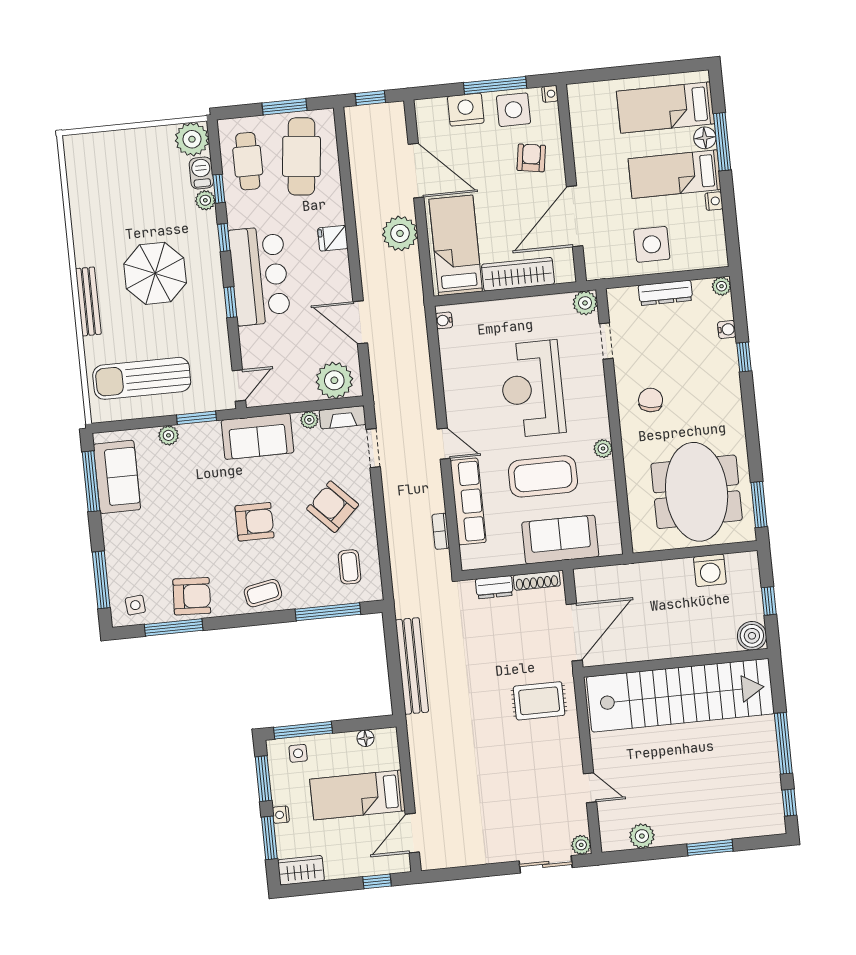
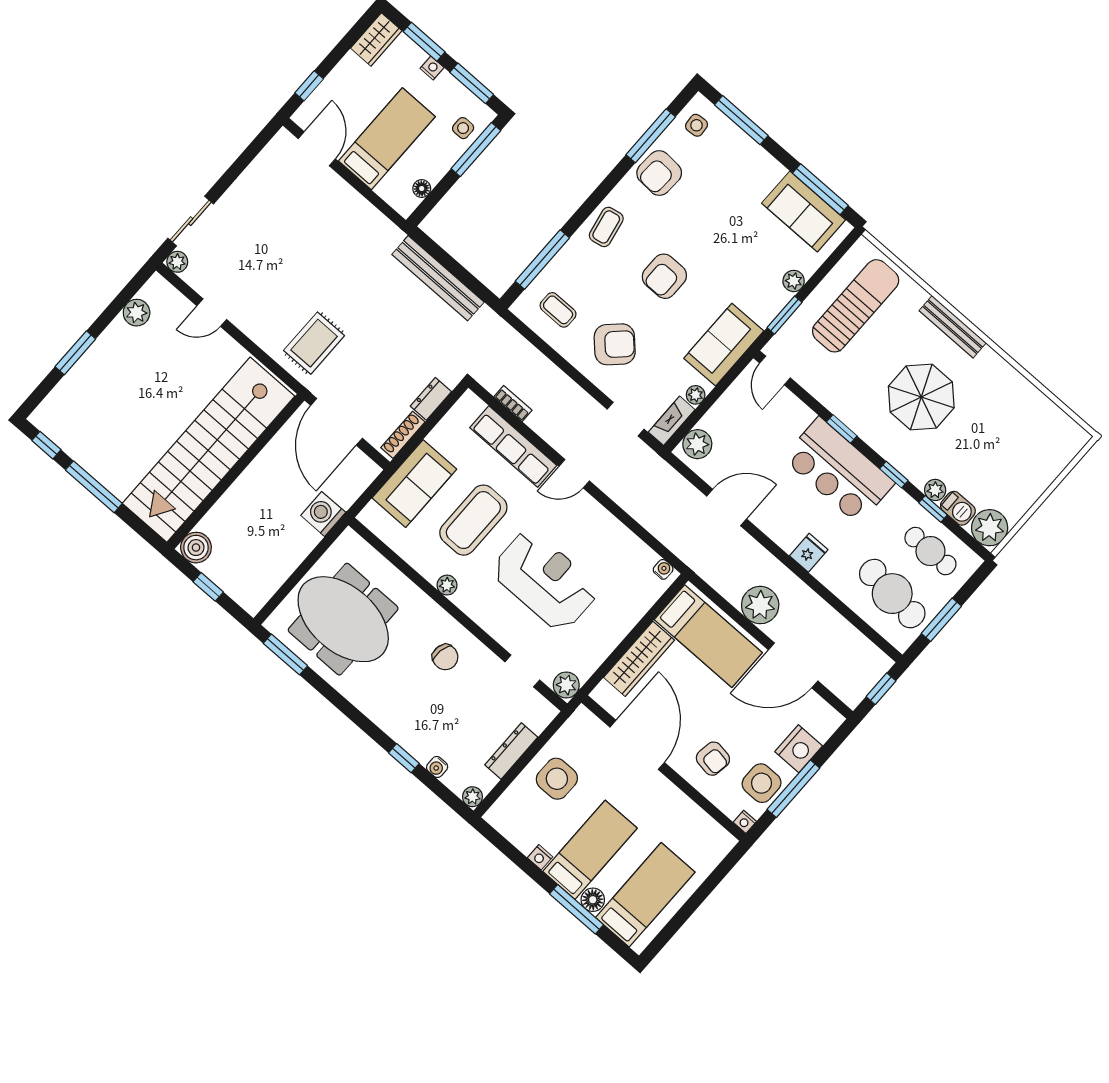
plant: (334, 380) -> (697, 444), width x0.73, depth x0.73
washing machine: (710, 570) -> (323, 514), moved

